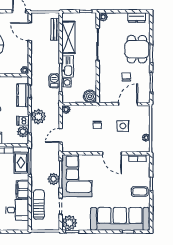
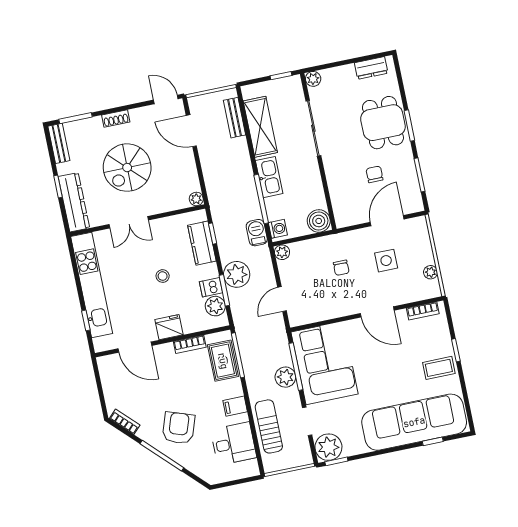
barbecue: (54, 81) -> (257, 233), moved
washing machine: (66, 82) -> (278, 229), moved
filing cabinet: (22, 189) -> (235, 406), width x0.50

